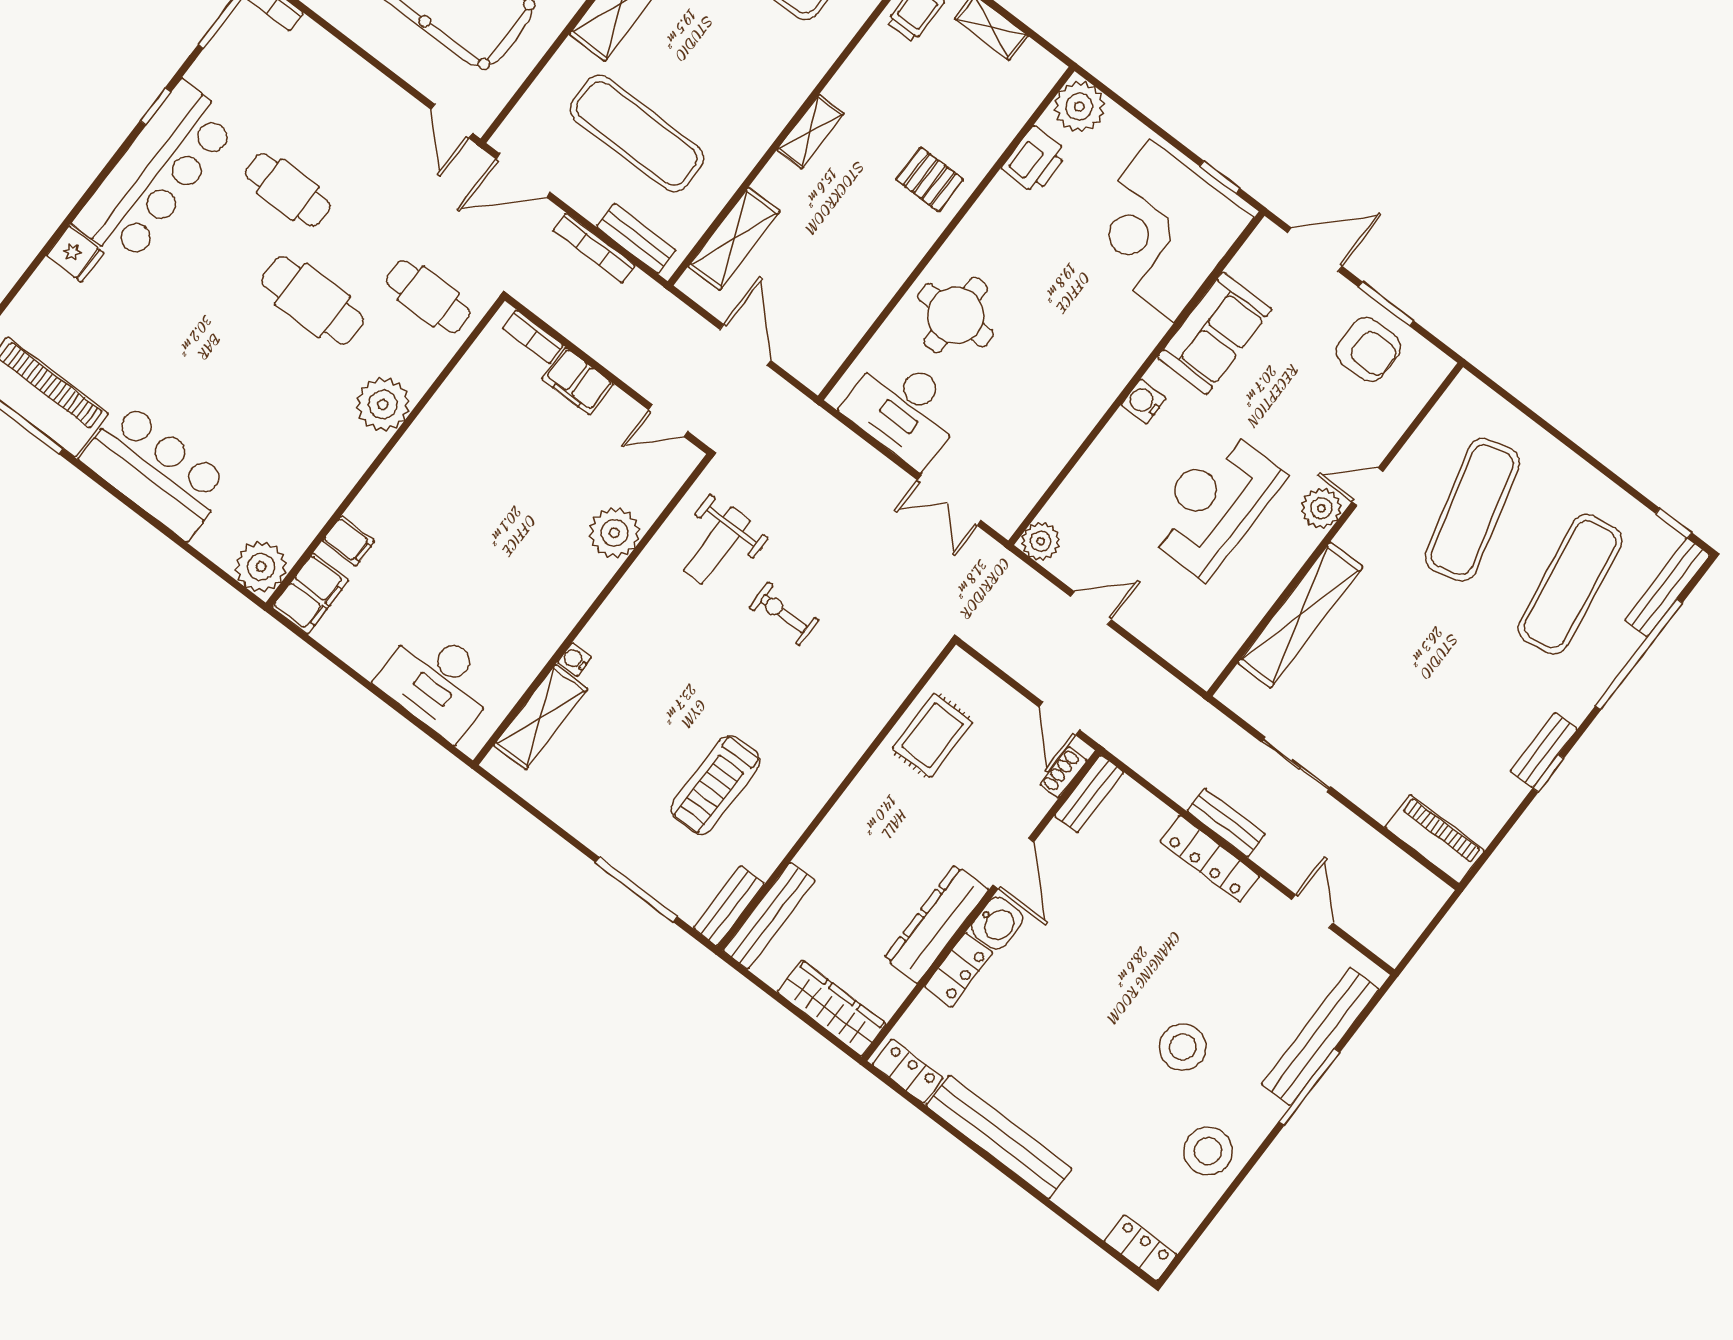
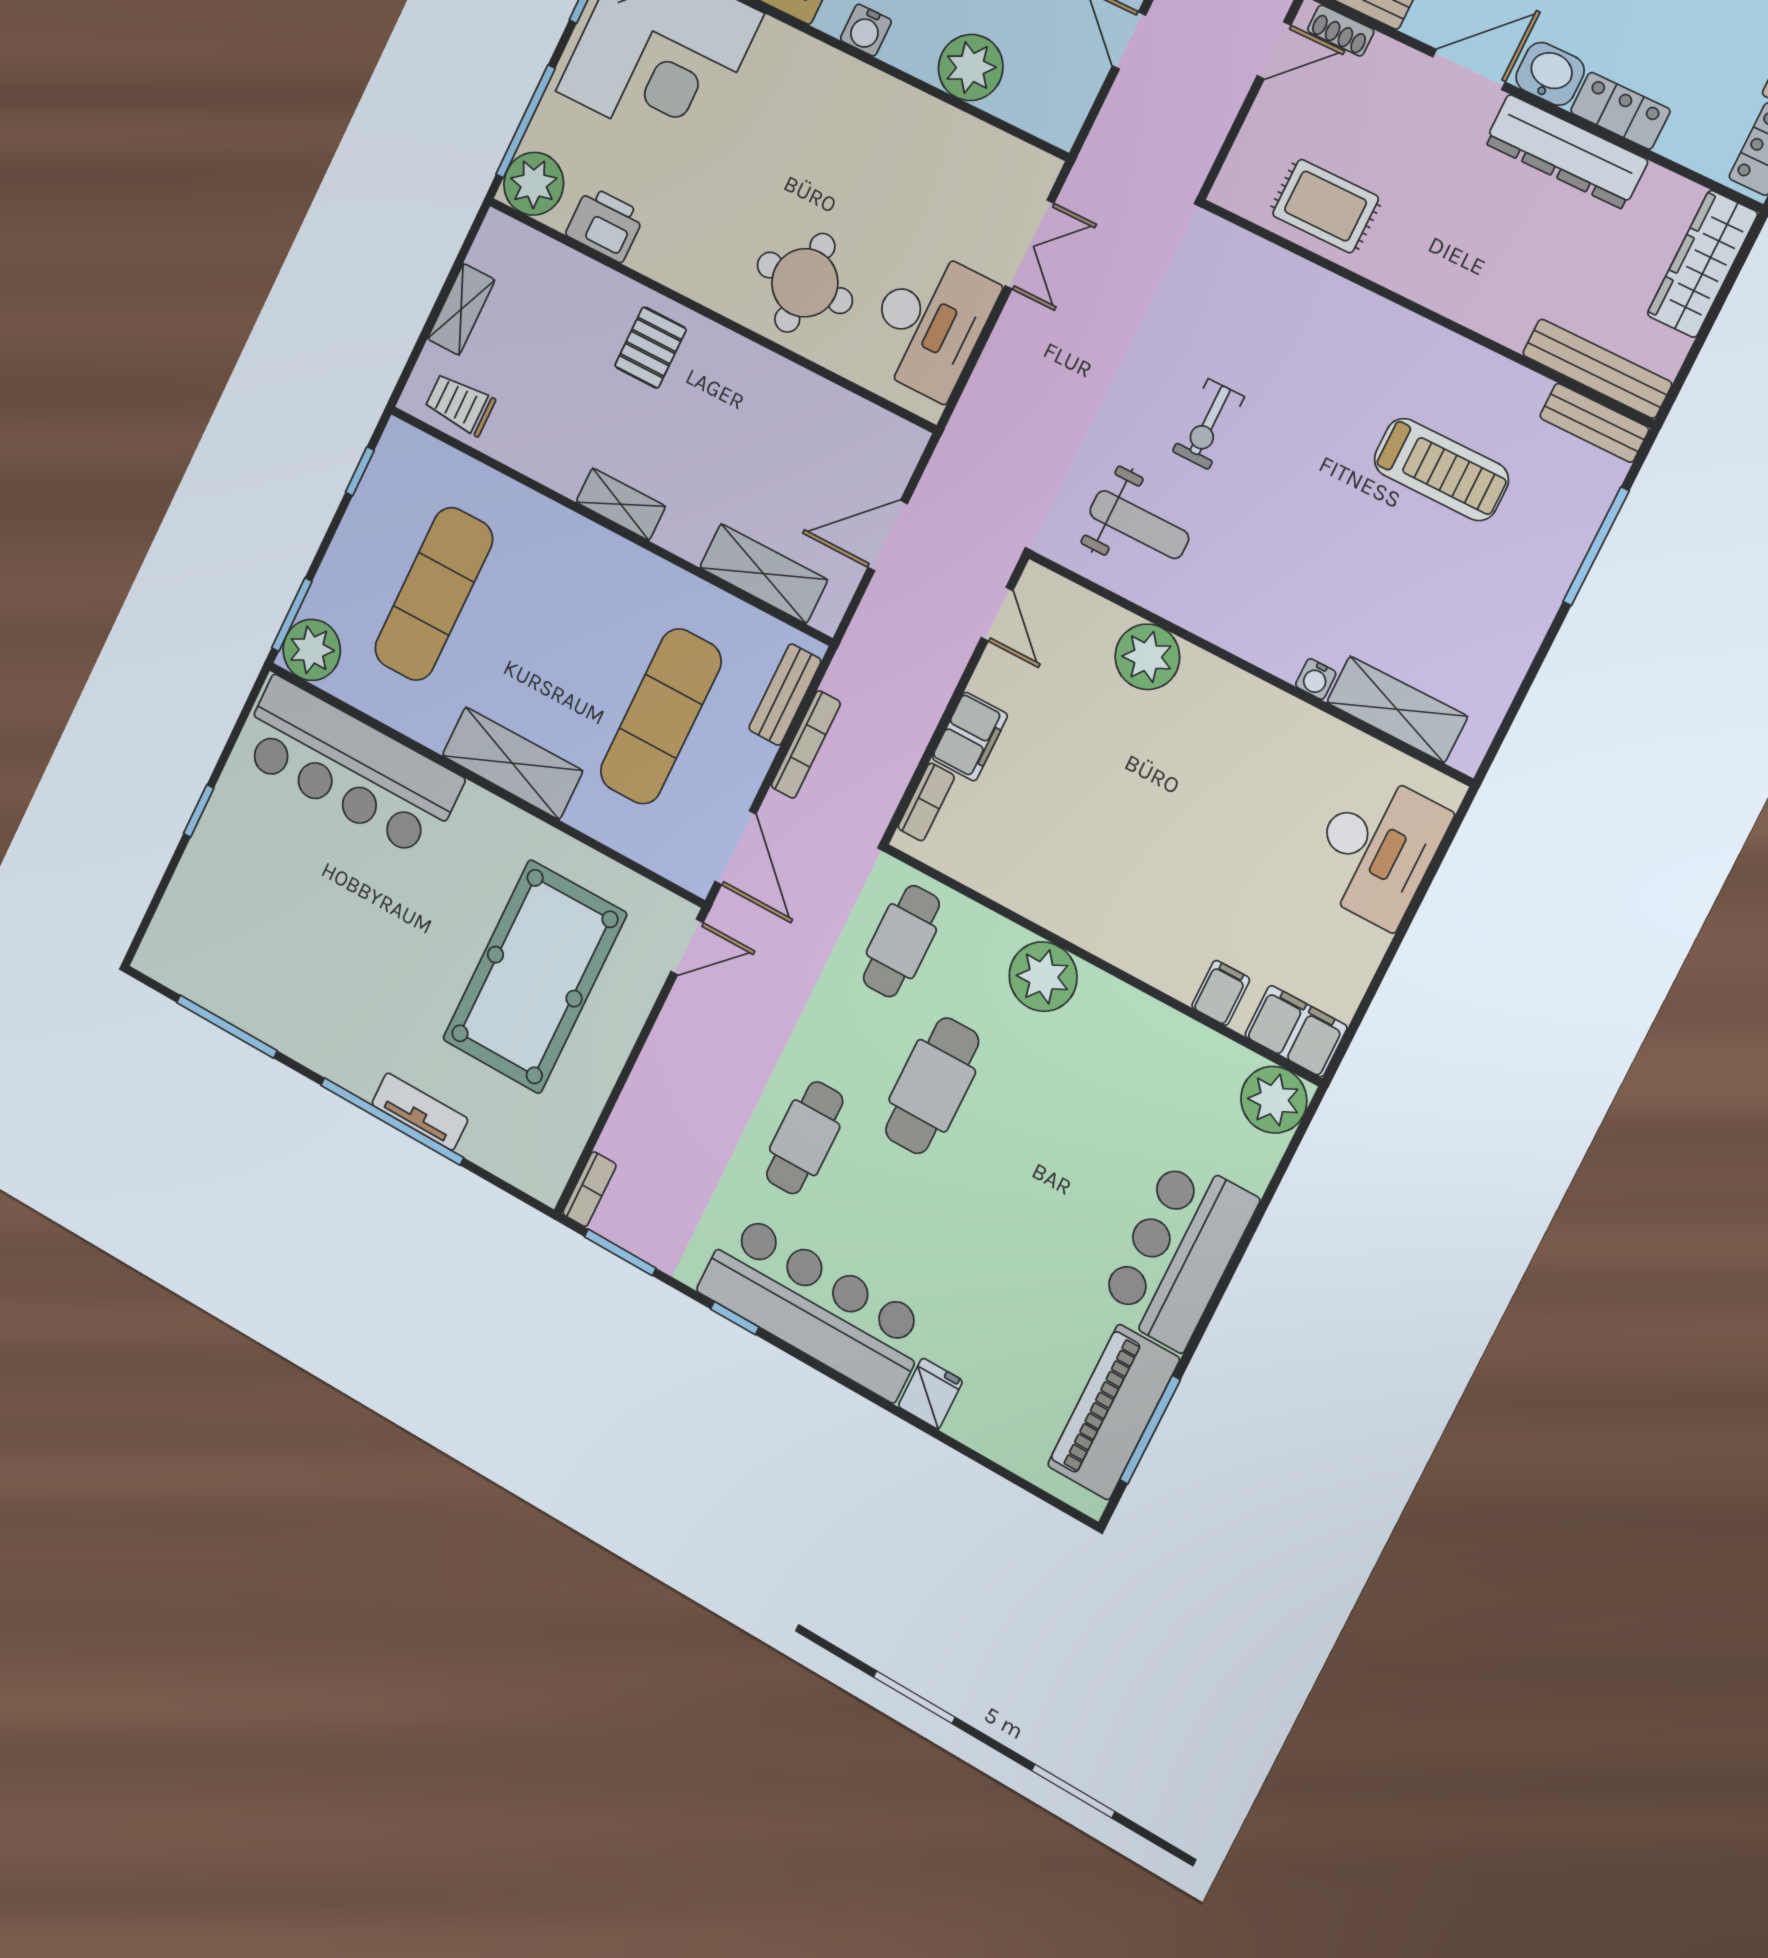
window: (1131, 109) -> (526, 121), added
plant: (1041, 541) -> (971, 68), moved, width x1.36, depth x1.36

